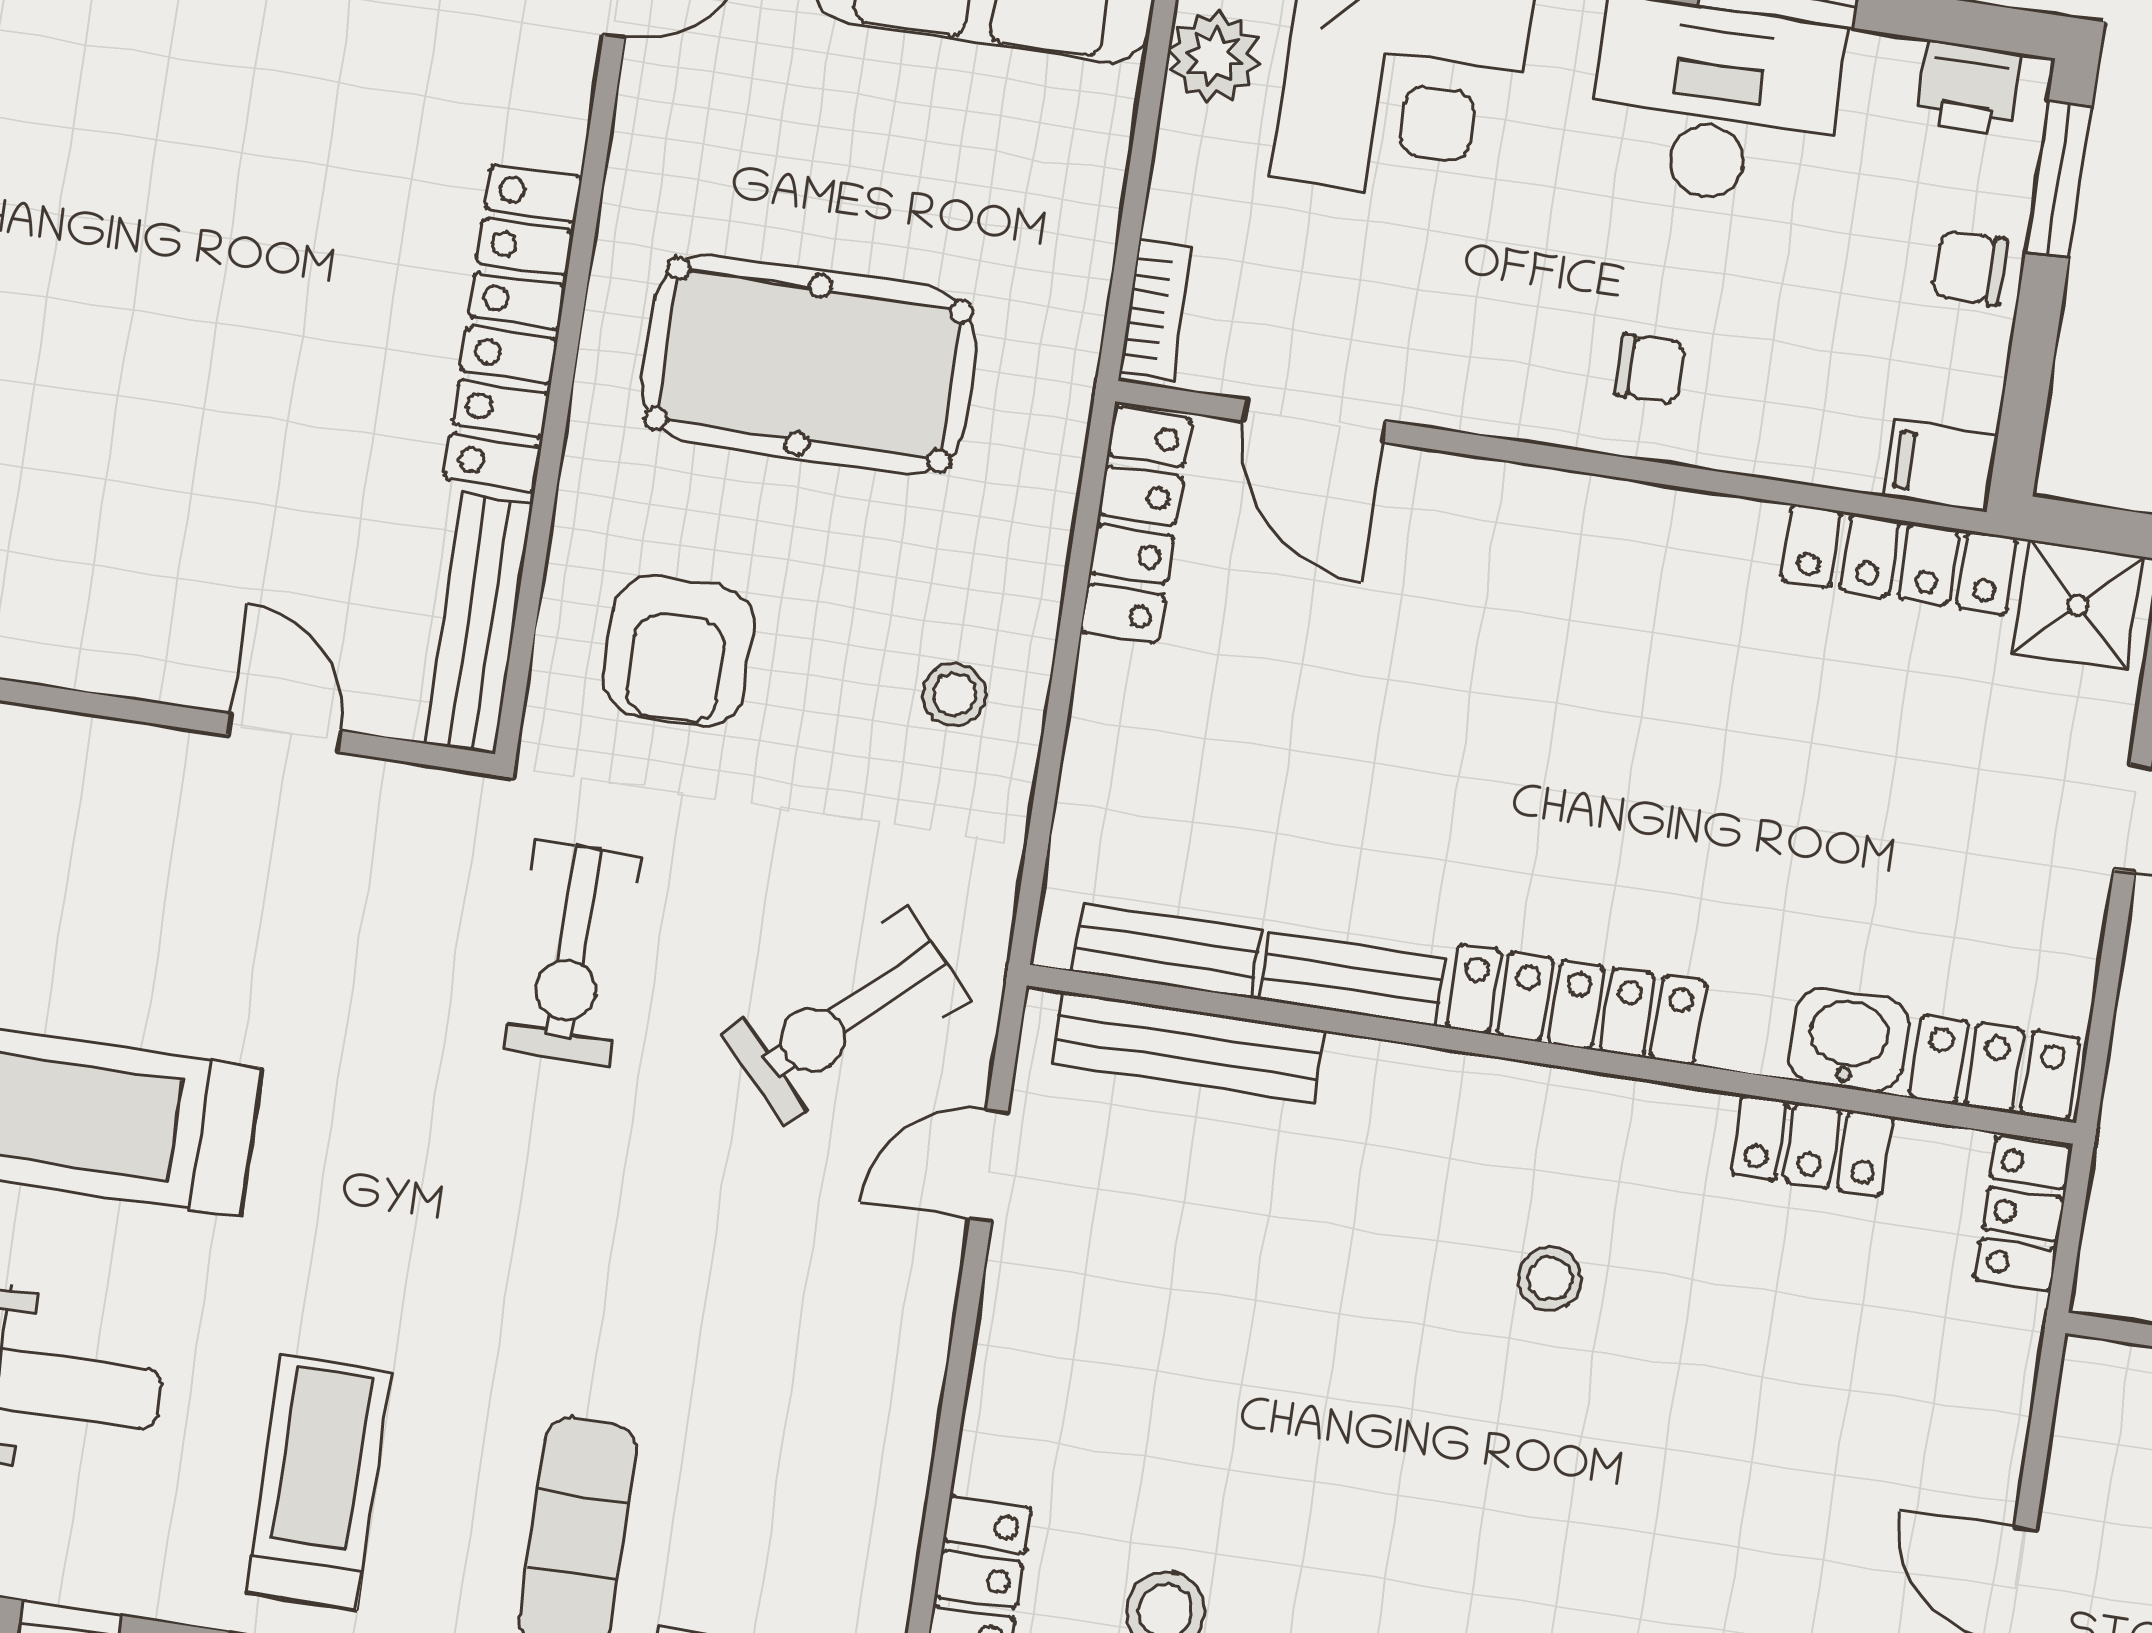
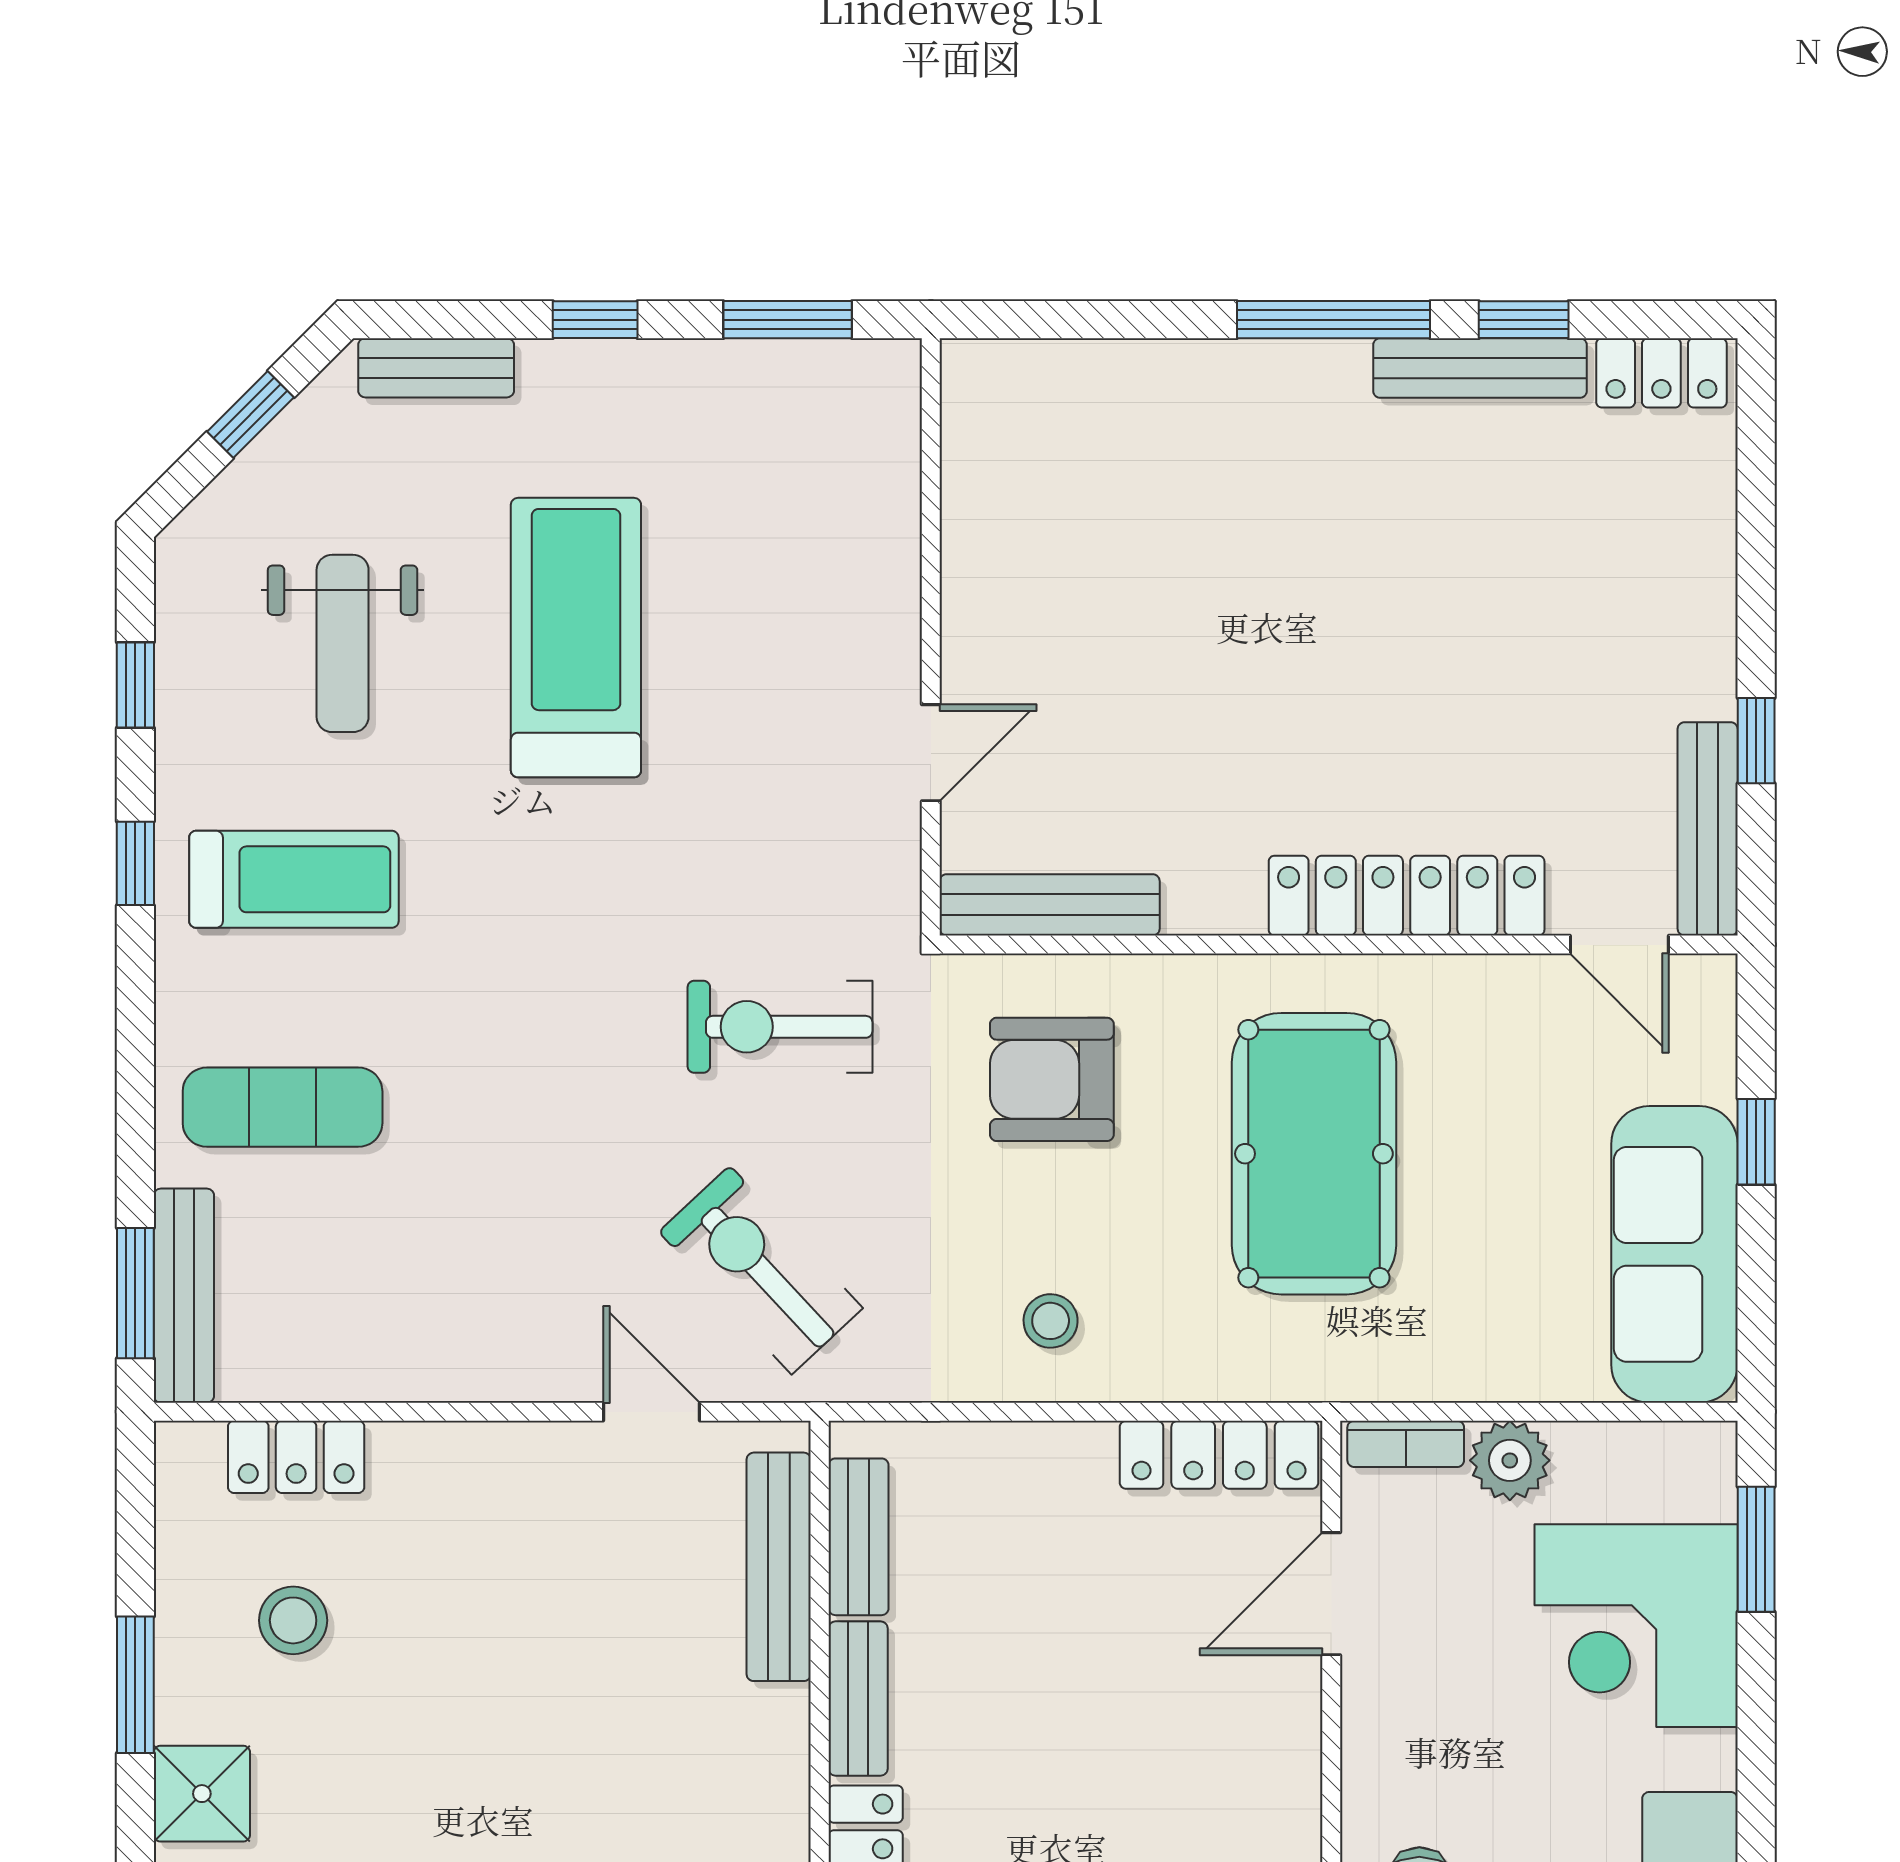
plant: (1214, 57) -> (1510, 1460), moved
locker: (513, 328) -> (1407, 896), moved

